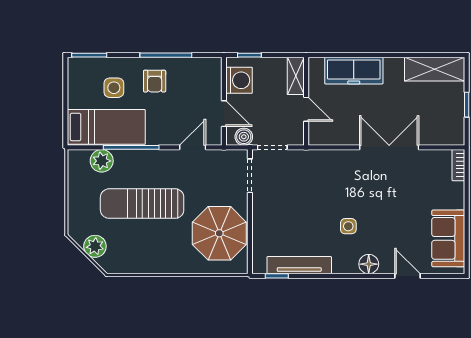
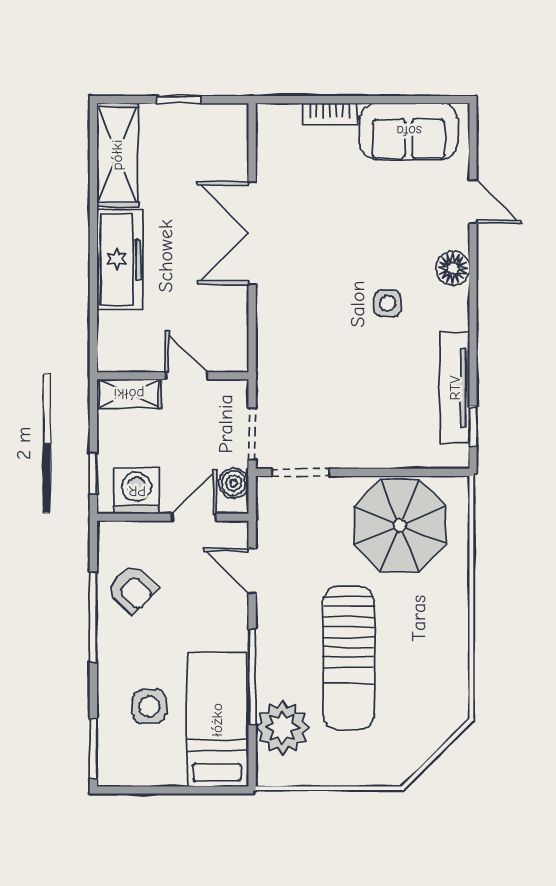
freezer: (354, 71) -> (120, 259), moved
armchair: (155, 81) -> (132, 589), moved, turned 44
door: (306, 109) -> (187, 376), hinge flipped
plant: (102, 161) -> (282, 727), width x1.36, depth x1.36
bookcase: (458, 165) -> (330, 114), moved
plant: (95, 246) -> (422, 739), removed
door: (407, 276) -> (473, 201), swing flipped

